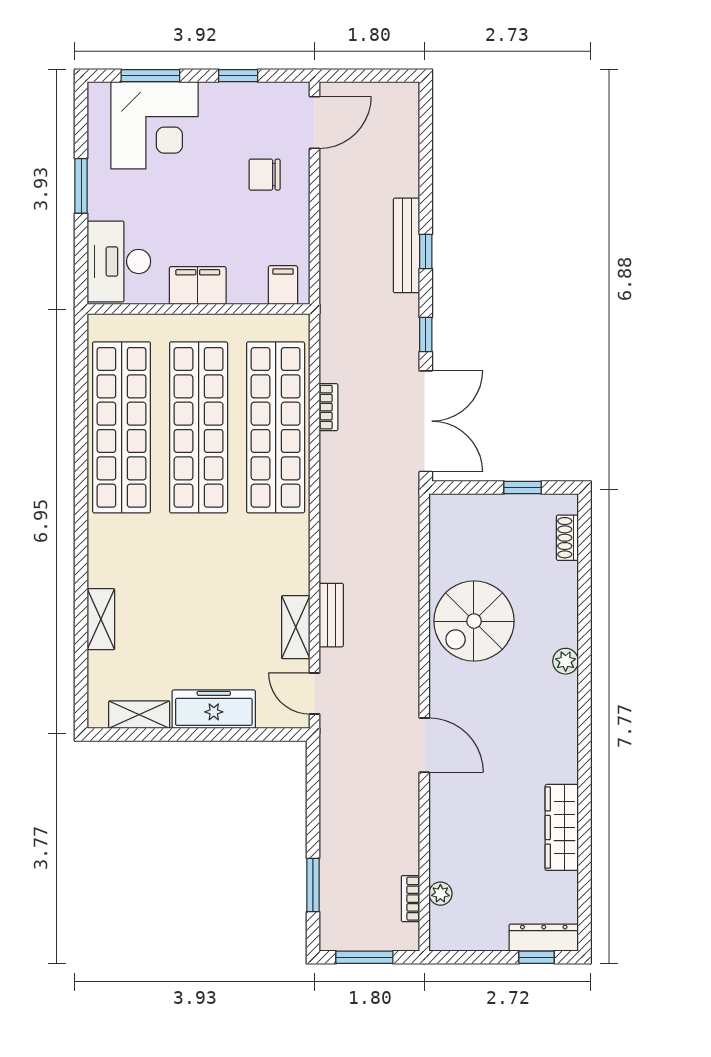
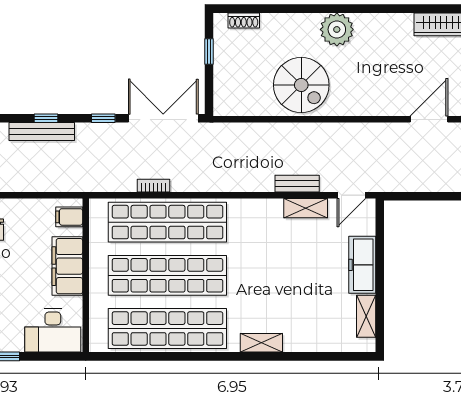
filing cabinet: (198, 286) -> (67, 266), width x1.50, depth x1.17
shelving: (101, 619) -> (261, 343), moved
plant: (566, 661) -> (337, 29), width x1.88, depth x1.88
door: (424, 745) -> (429, 119), moved

